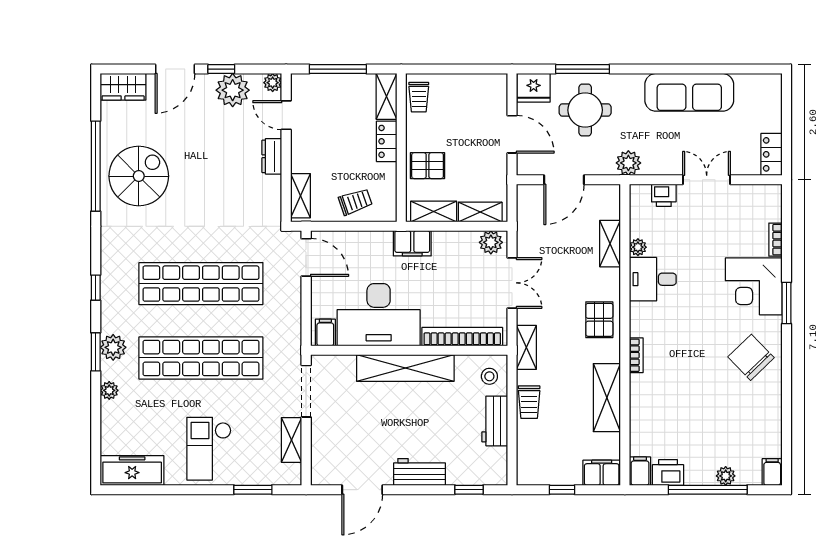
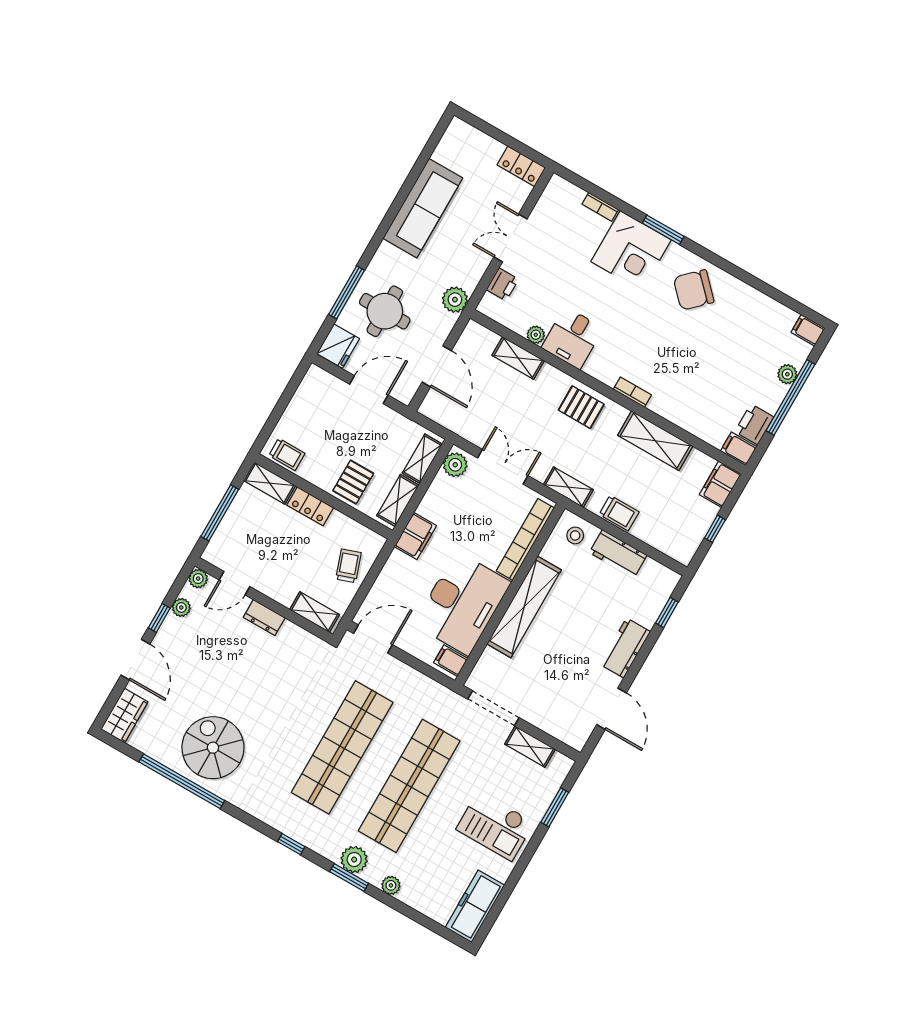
plant: (233, 90) -> (181, 607), width x0.53, depth x0.53

